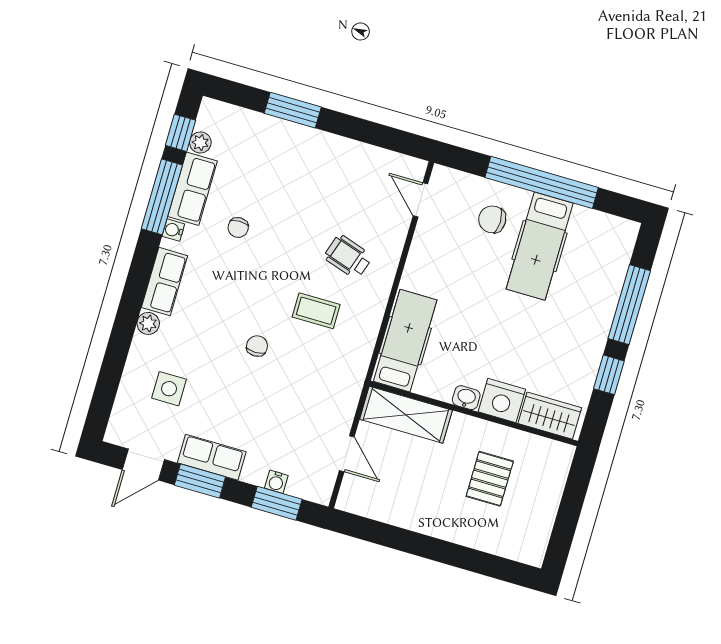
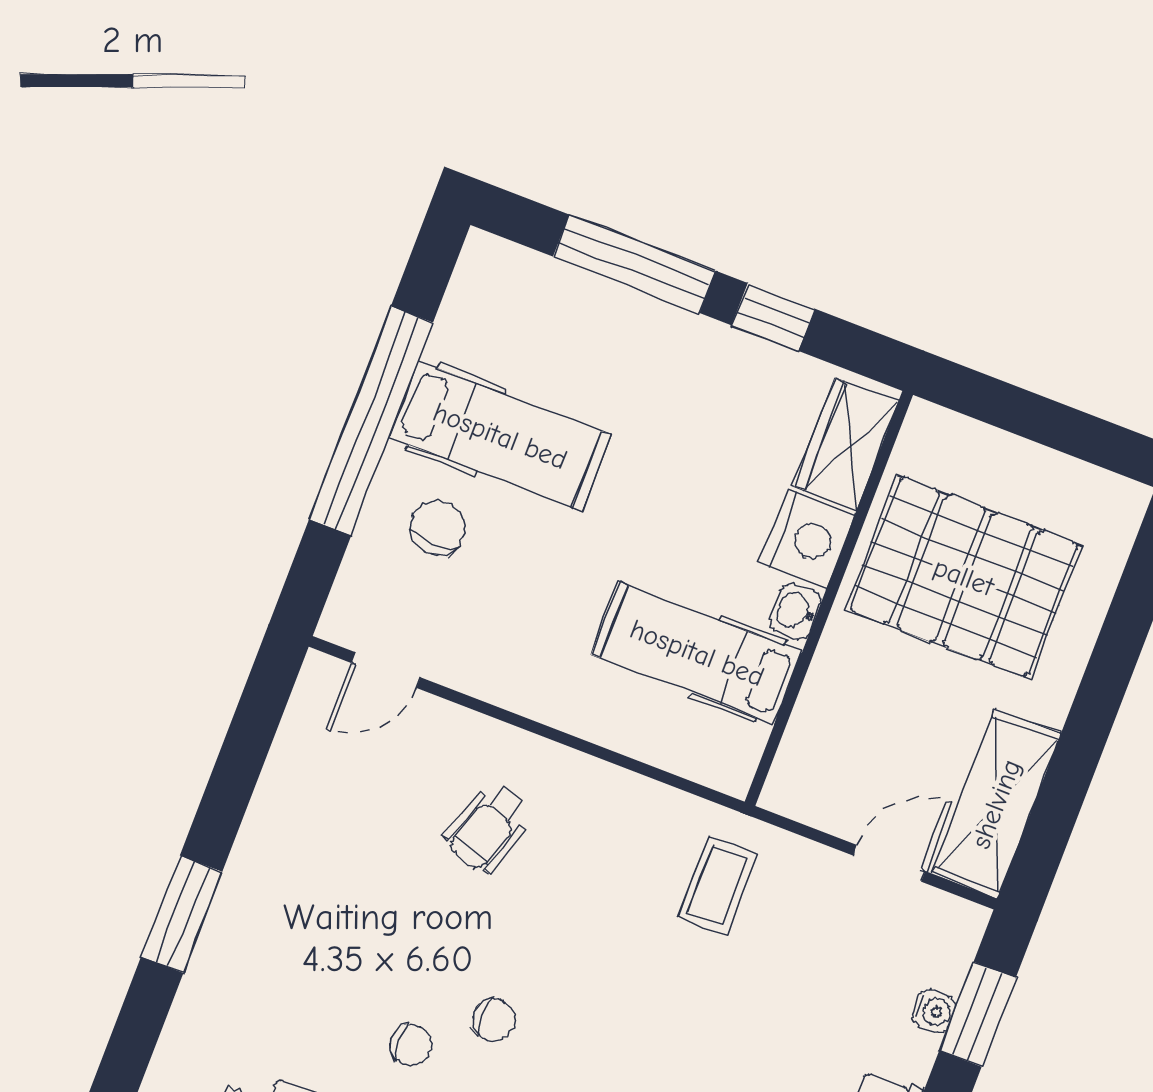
chair: (492, 219) -> (438, 528), turned 180
coffee table: (316, 311) -> (718, 885), moved
hospital bed: (405, 341) -> (697, 653), moved
chair: (257, 346) -> (494, 1020), moved, turned 180
shelving: (406, 415) -> (996, 804), moved
pallet: (490, 479) -> (964, 577), width x2.05, depth x2.00

